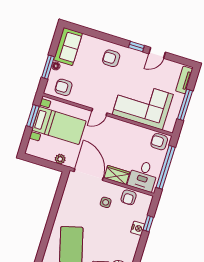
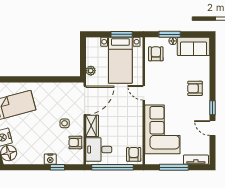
armchair: (111, 58) -> (195, 88), turned -90

